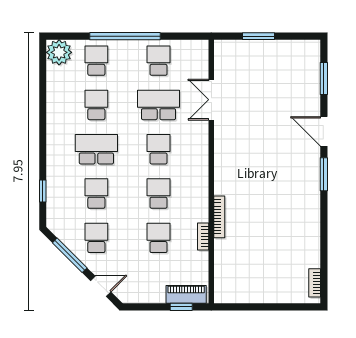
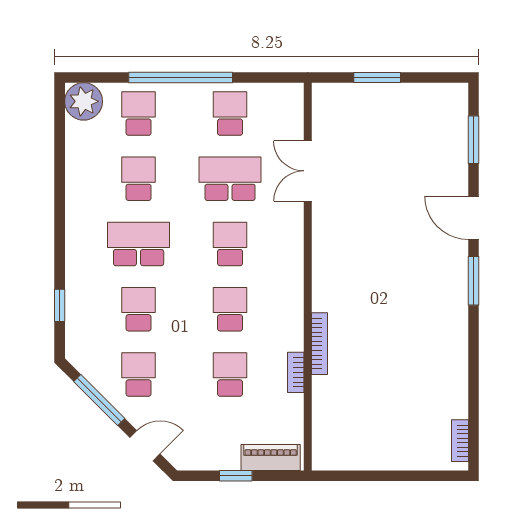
window: (181, 307) -> (236, 476), moved

